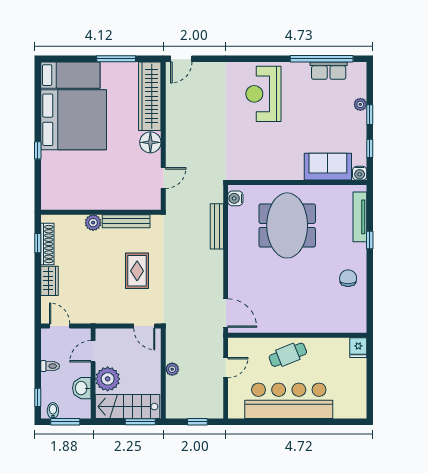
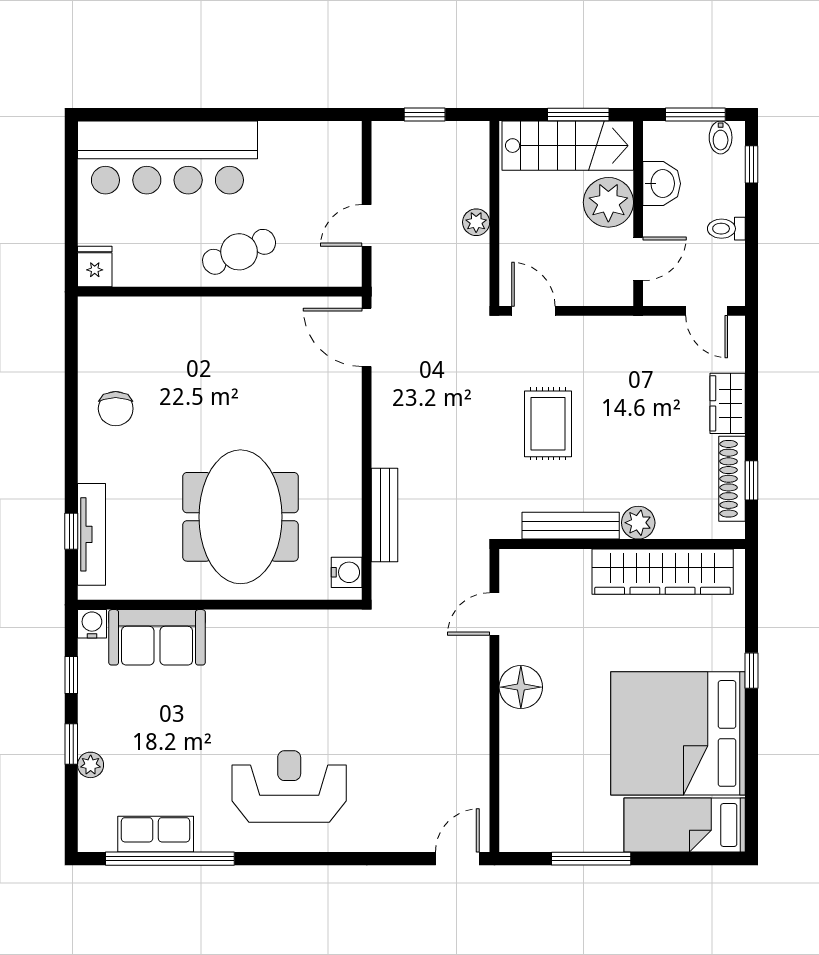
reception desk: (263, 94) -> (289, 786), turned -90
wardrobe: (150, 96) -> (663, 572), moved, turned 90
window: (370, 240) -> (71, 531), moved
bar counter: (289, 401) -> (167, 157), moved
window: (140, 422) -> (578, 114), moved

